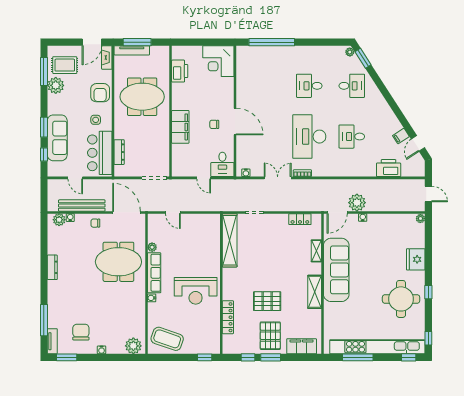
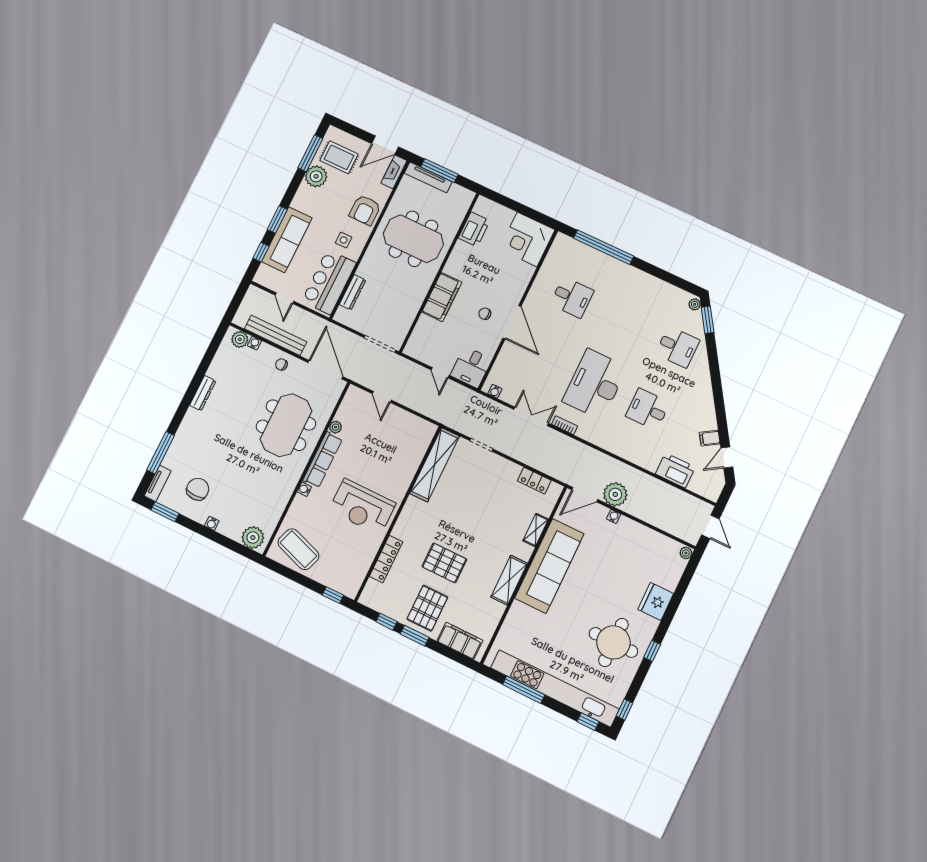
desk: (309, 86) -> (572, 297), moved, turned 180
meeting table: (118, 262) -> (286, 425), turned 90

